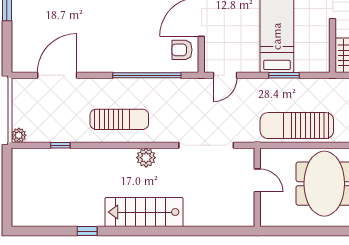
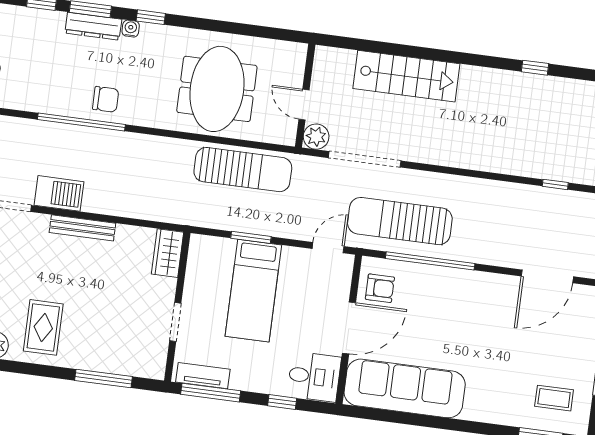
sun lounger: (119, 119) -> (400, 221), moved, width x1.36, depth x1.34
plant: (146, 158) -> (316, 137), moved
stairs: (144, 212) -> (406, 76), moved

